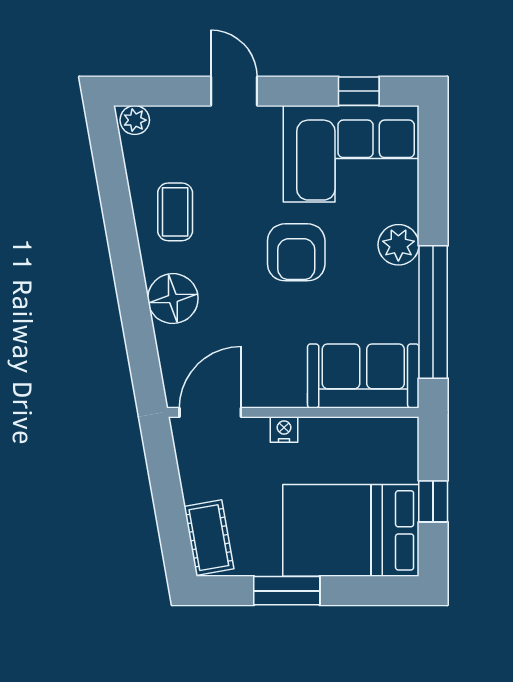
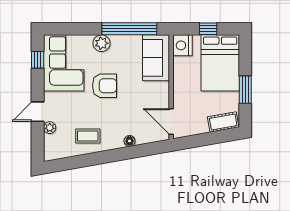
plant: (135, 120) -> (50, 128), moved
floor lamp: (173, 299) -> (130, 141), width x0.53, depth x0.53
nightstand: (284, 429) -> (182, 45), moved, width x1.89, depth x1.79

